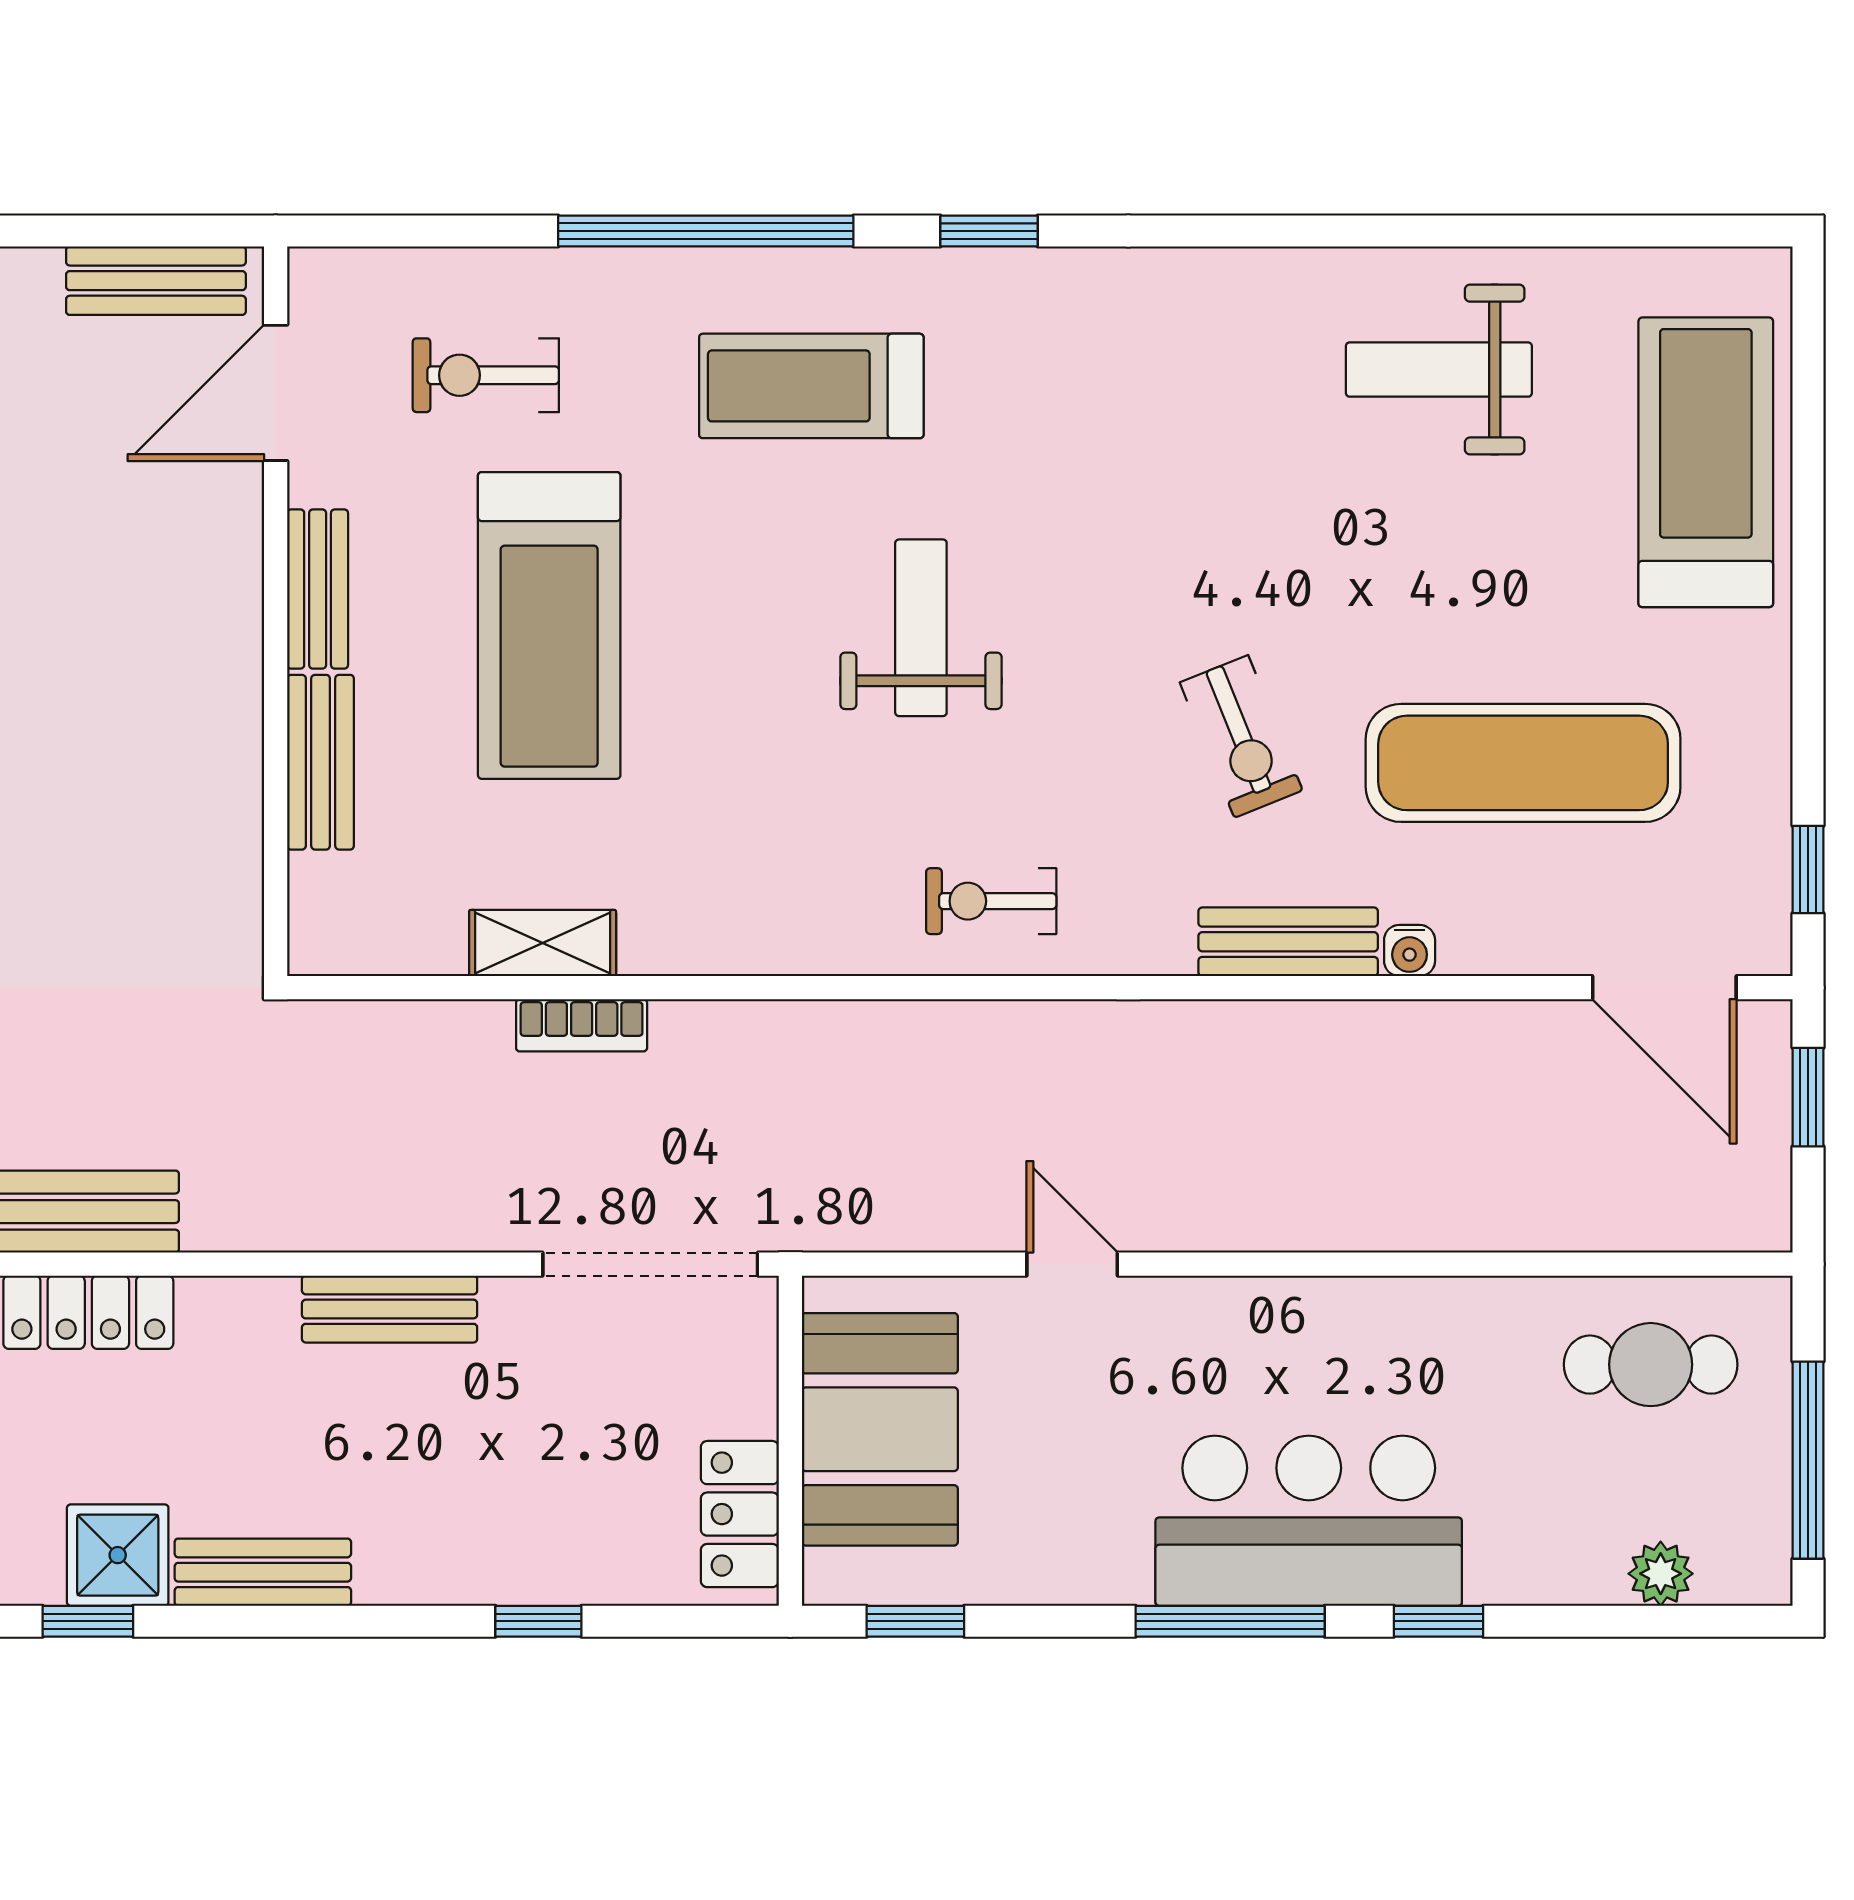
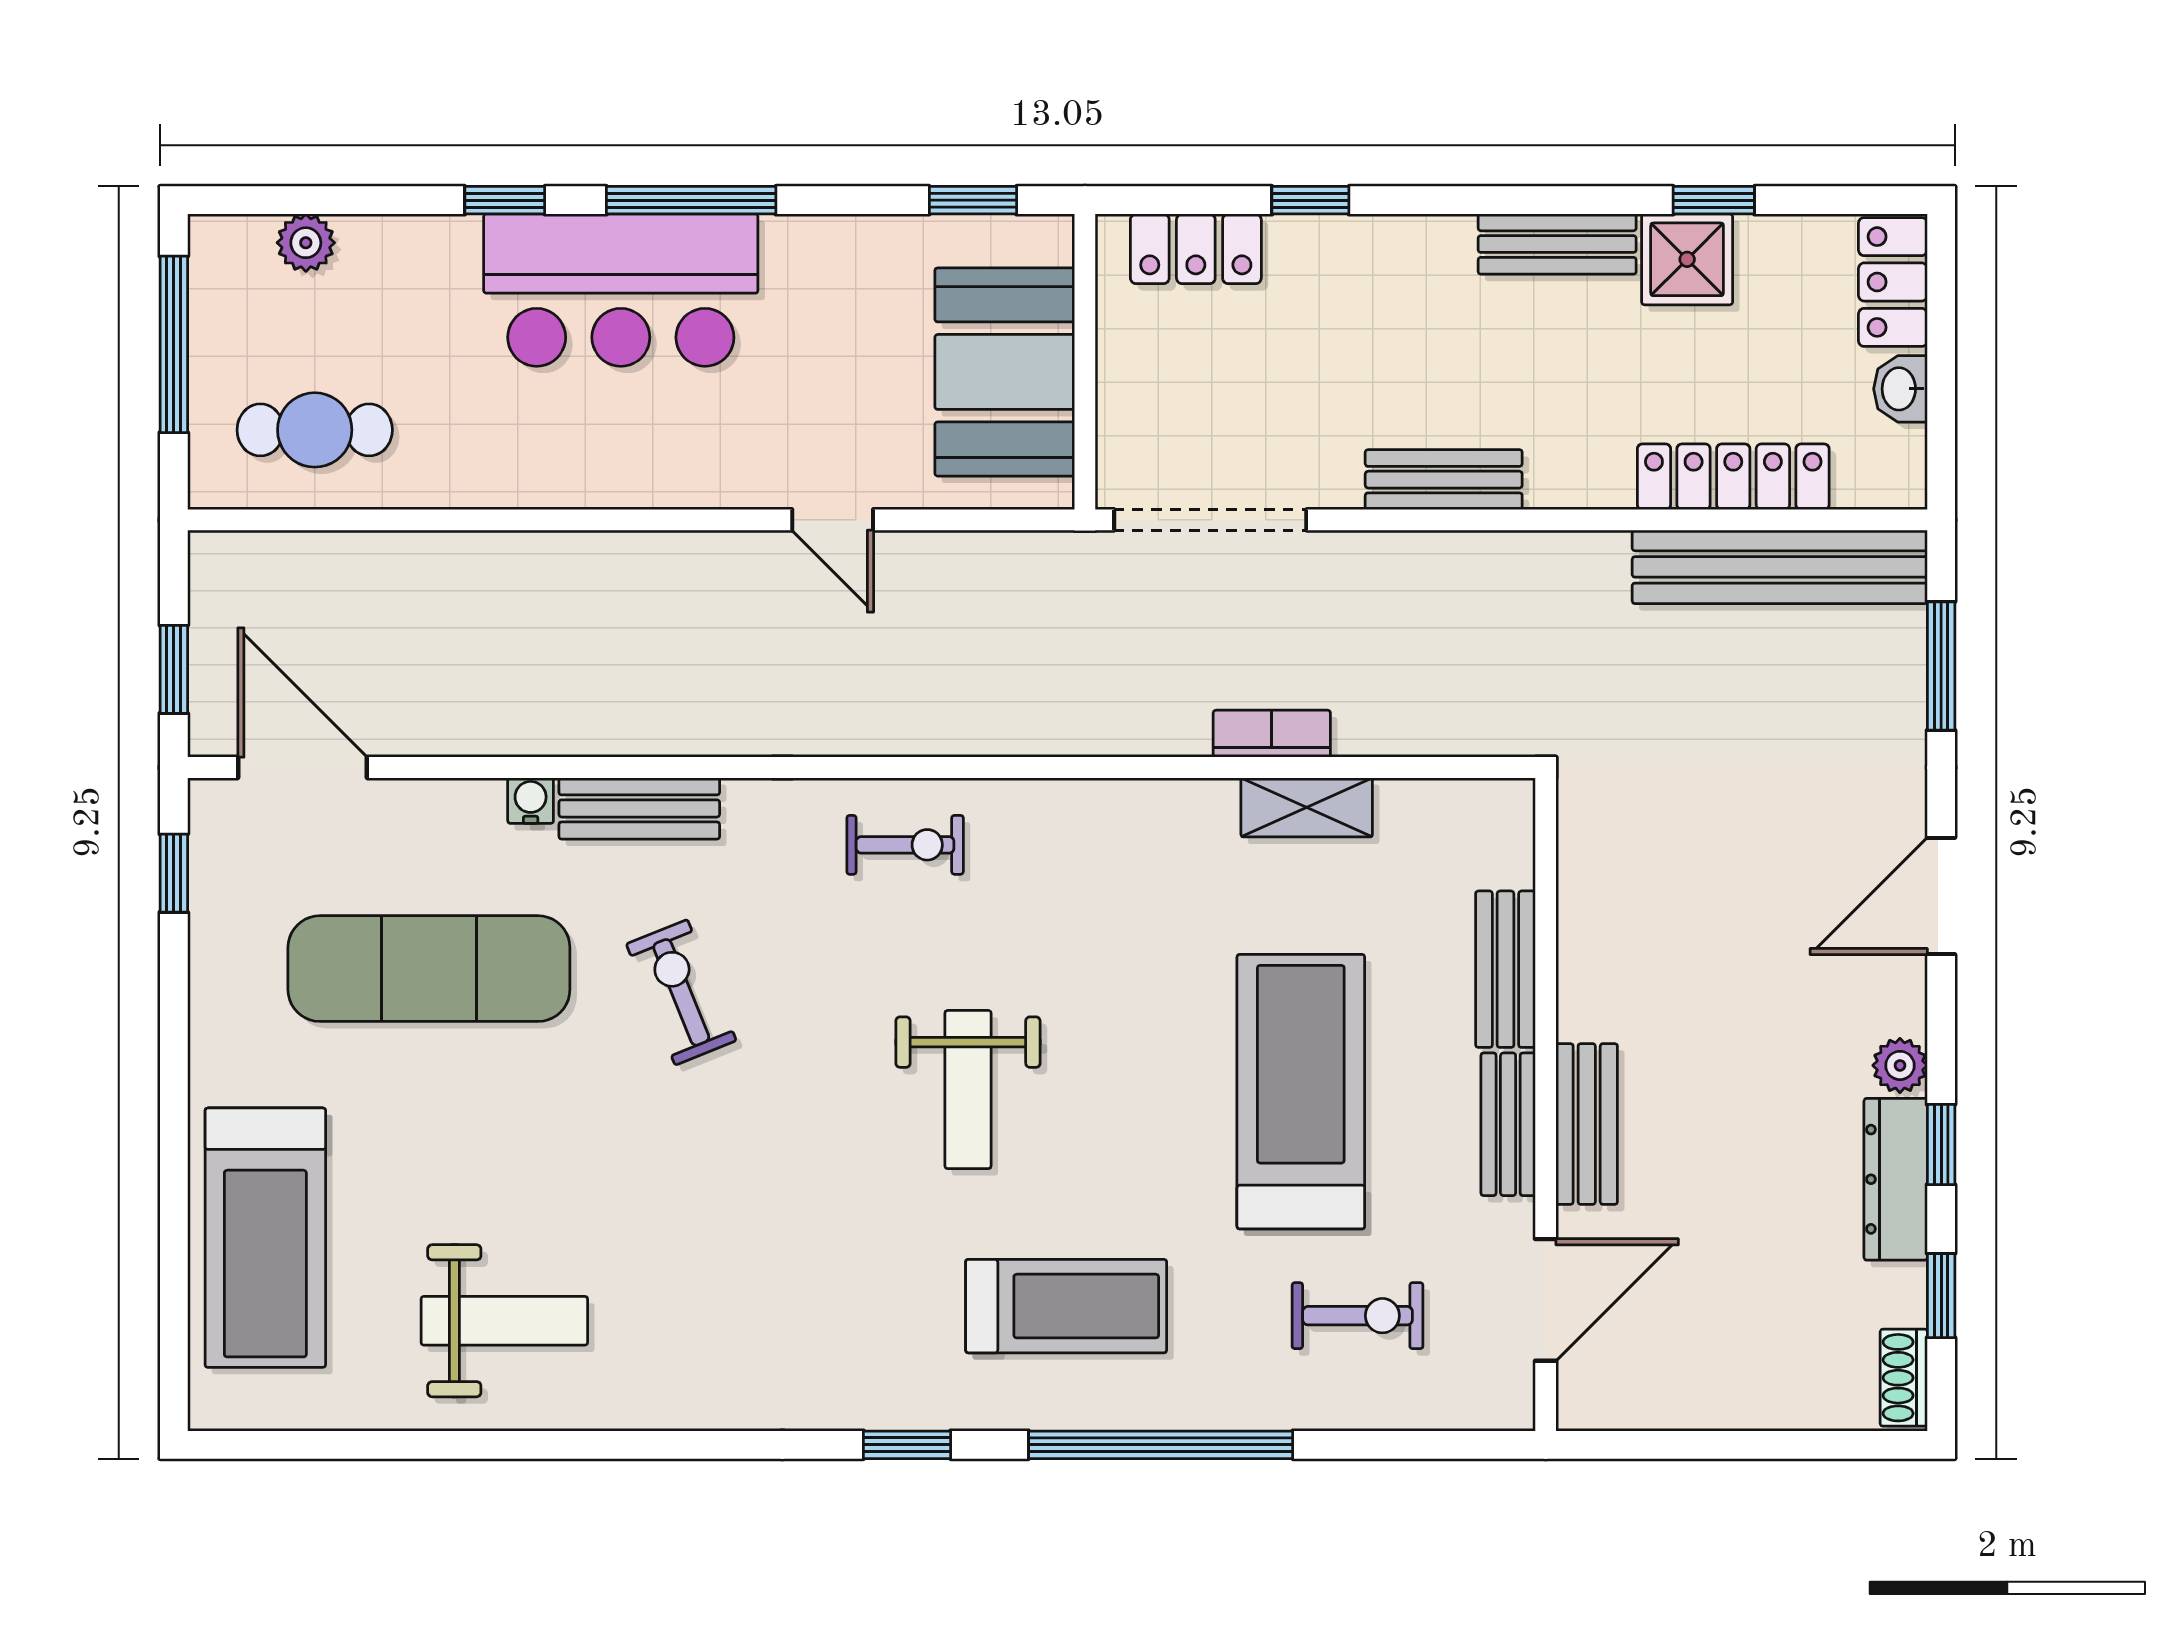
bench: (156, 281) -> (1587, 1124), moved, turned 90
locker: (740, 1514) -> (1196, 249), moved, turned 90

